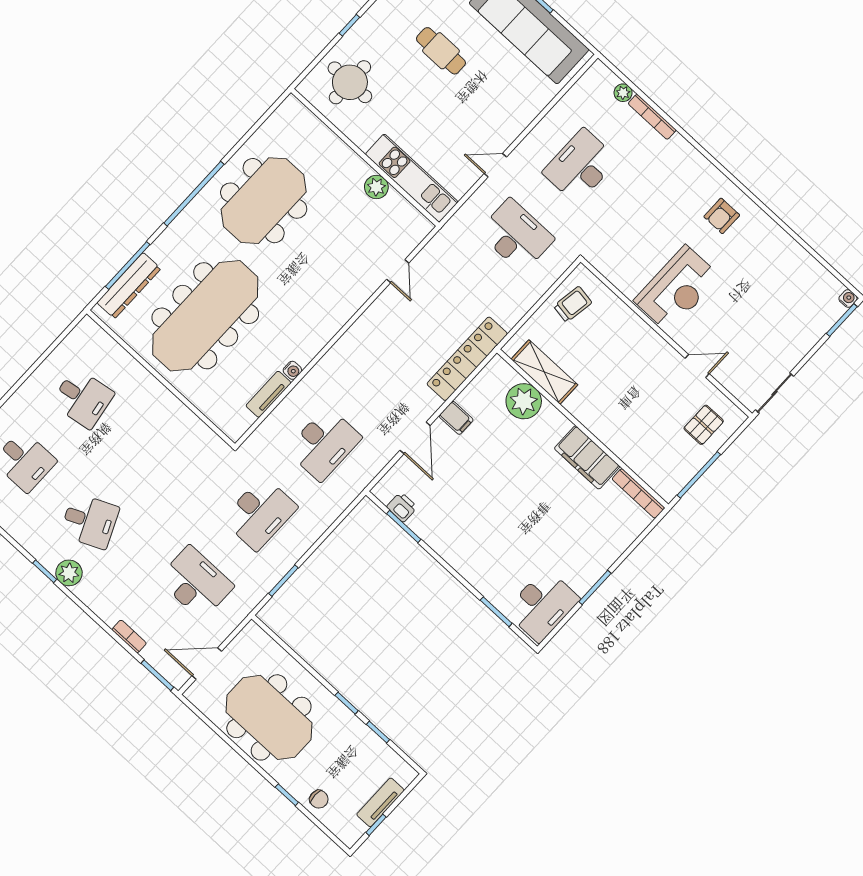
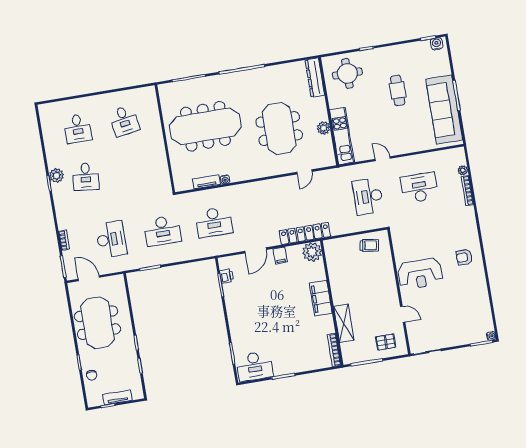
meeting table: (264, 201) -> (279, 129), moved, turned 90
desk: (516, 235) -> (368, 196), turned 180
dresser: (129, 286) -> (315, 78), moved, turned 90
shelving: (544, 372) -> (344, 323), moved
plant: (524, 401) -> (312, 252), moved
filing cabinet: (587, 457) -> (321, 298), moved
desk: (90, 521) -> (86, 177), turned 30
plant: (69, 573) -> (56, 175), moved

